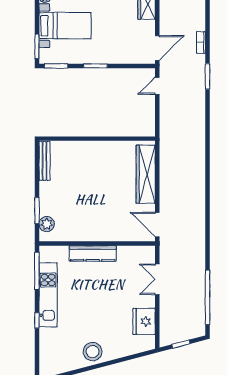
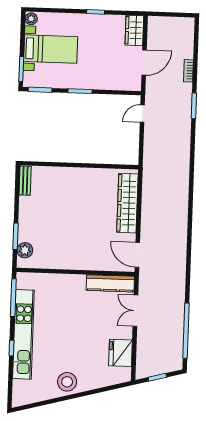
door: (157, 48) -> (144, 63), moved
bench: (45, 161) -> (25, 181), width x0.73
kitchen counter: (93, 253) -> (110, 283), moved
kitchen unit: (48, 295) -> (23, 334), width x1.36

